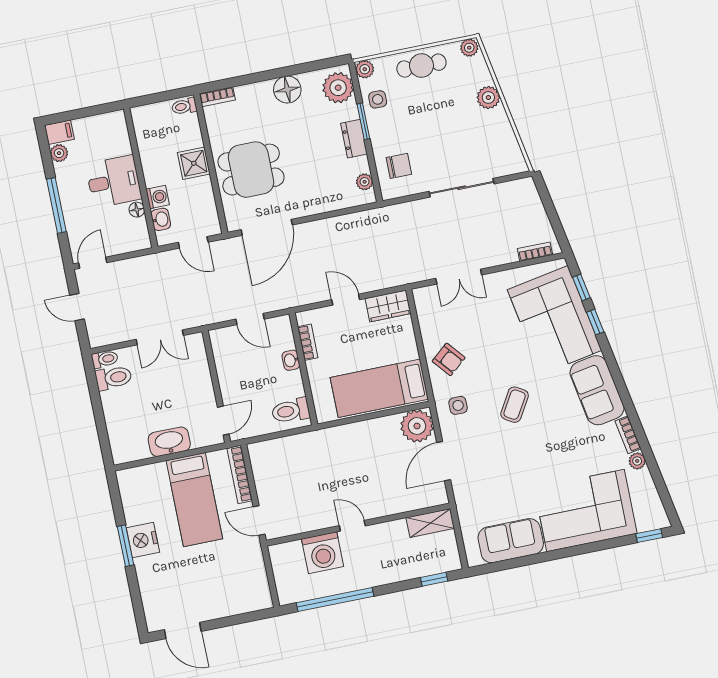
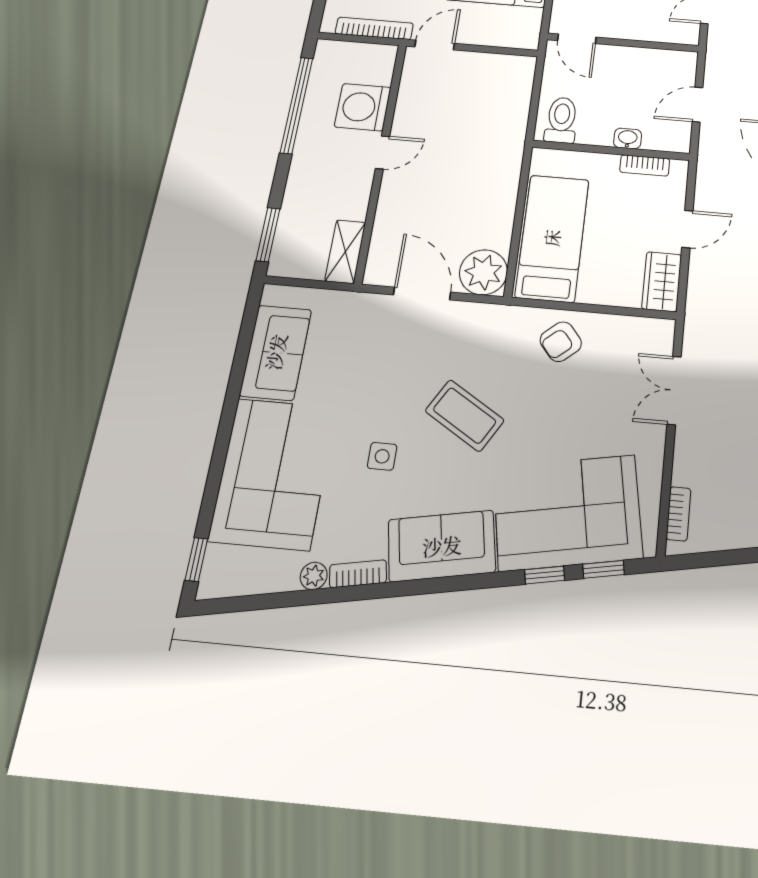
side table: (458, 405) -> (382, 456), moved
coffee table: (515, 405) -> (465, 416), width x1.36, depth x1.30
bookcase: (240, 474) -> (374, 28), moved
window: (434, 579) -> (268, 235), width x1.50

